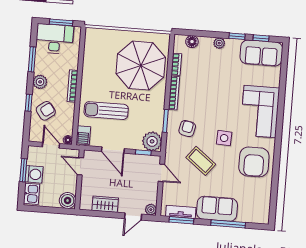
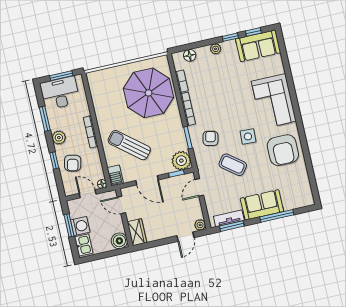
armchair: (46, 111) -> (73, 163), turned 140
sun lounger: (106, 111) -> (129, 145), turned 39
door: (161, 173) -> (199, 187), swing flipped
wardrobe: (105, 204) -> (137, 232), moved, turned 90

